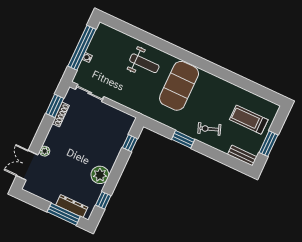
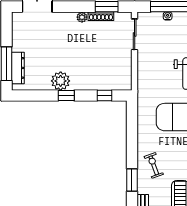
window: (183, 139) -> (132, 180), moved
plant: (45, 151) -> (82, 17), moved
window: (103, 200) -> (66, 96), moved

